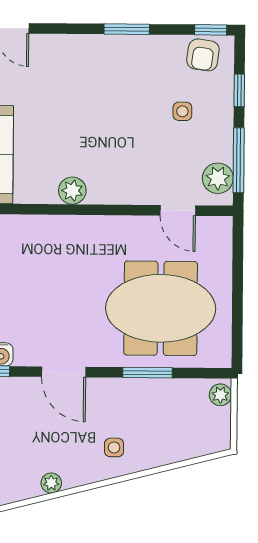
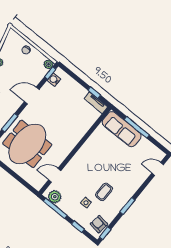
coffee table: (135, 94) -> (104, 192), added
plant: (72, 191) -> (89, 146), removed

